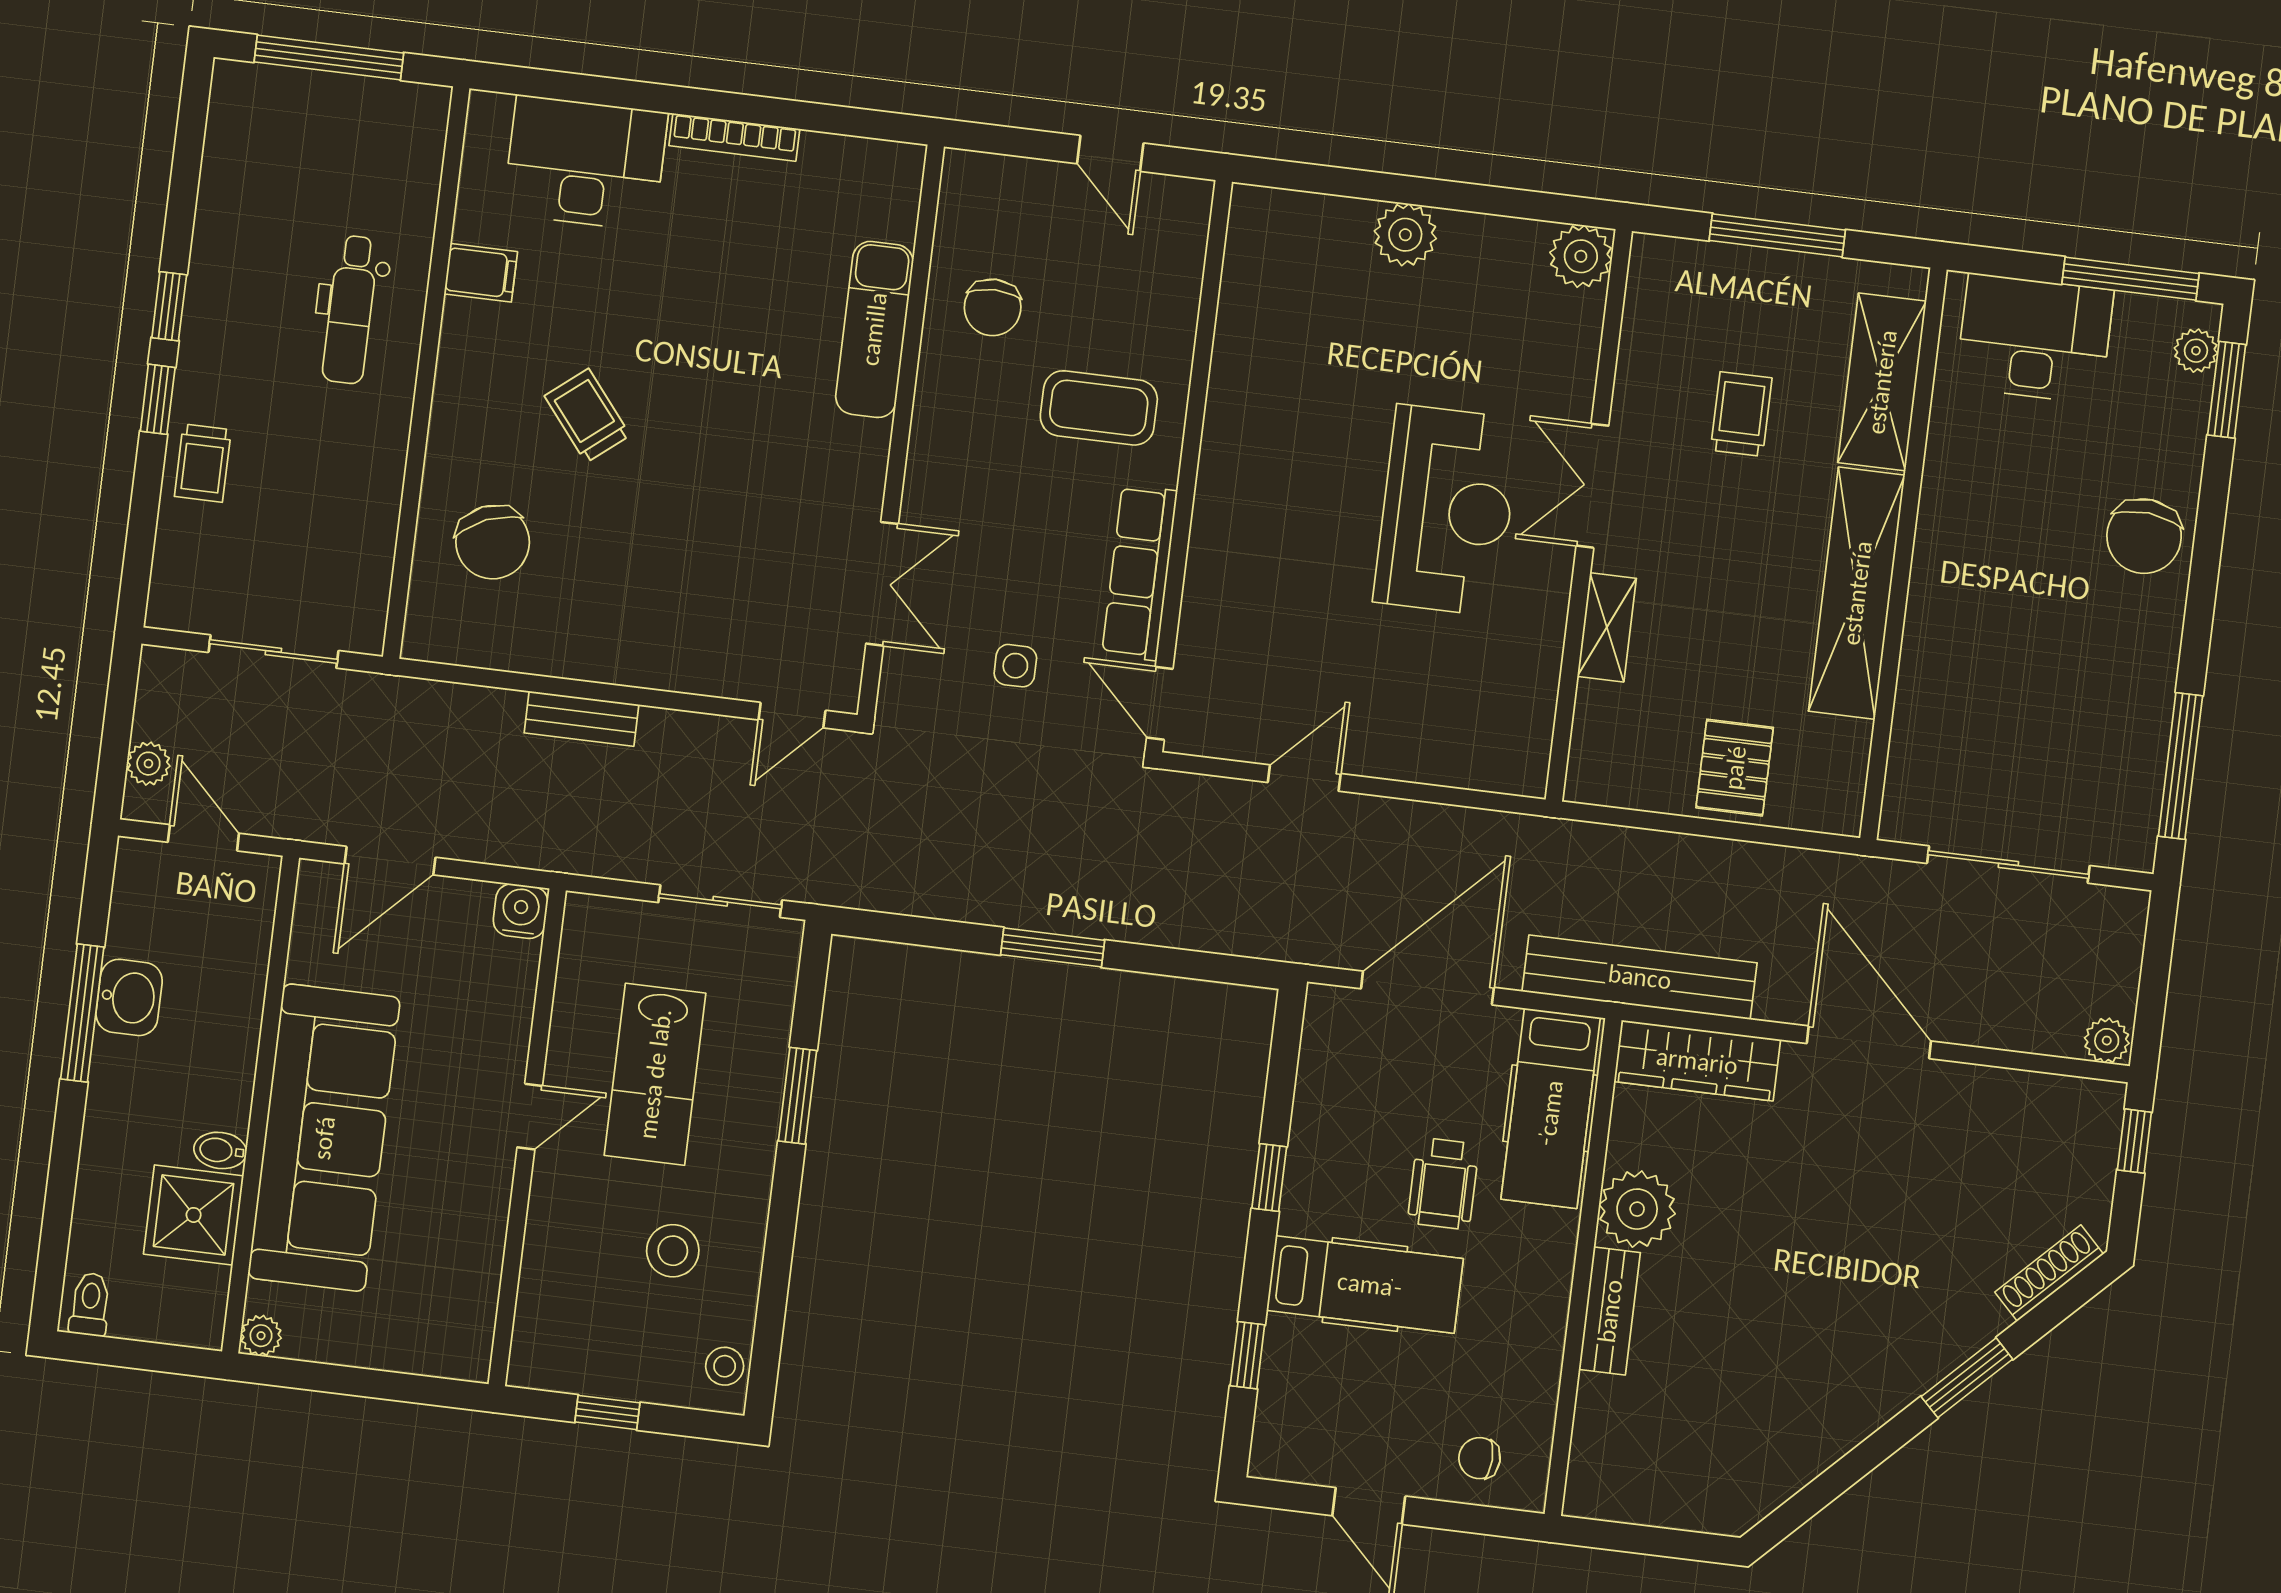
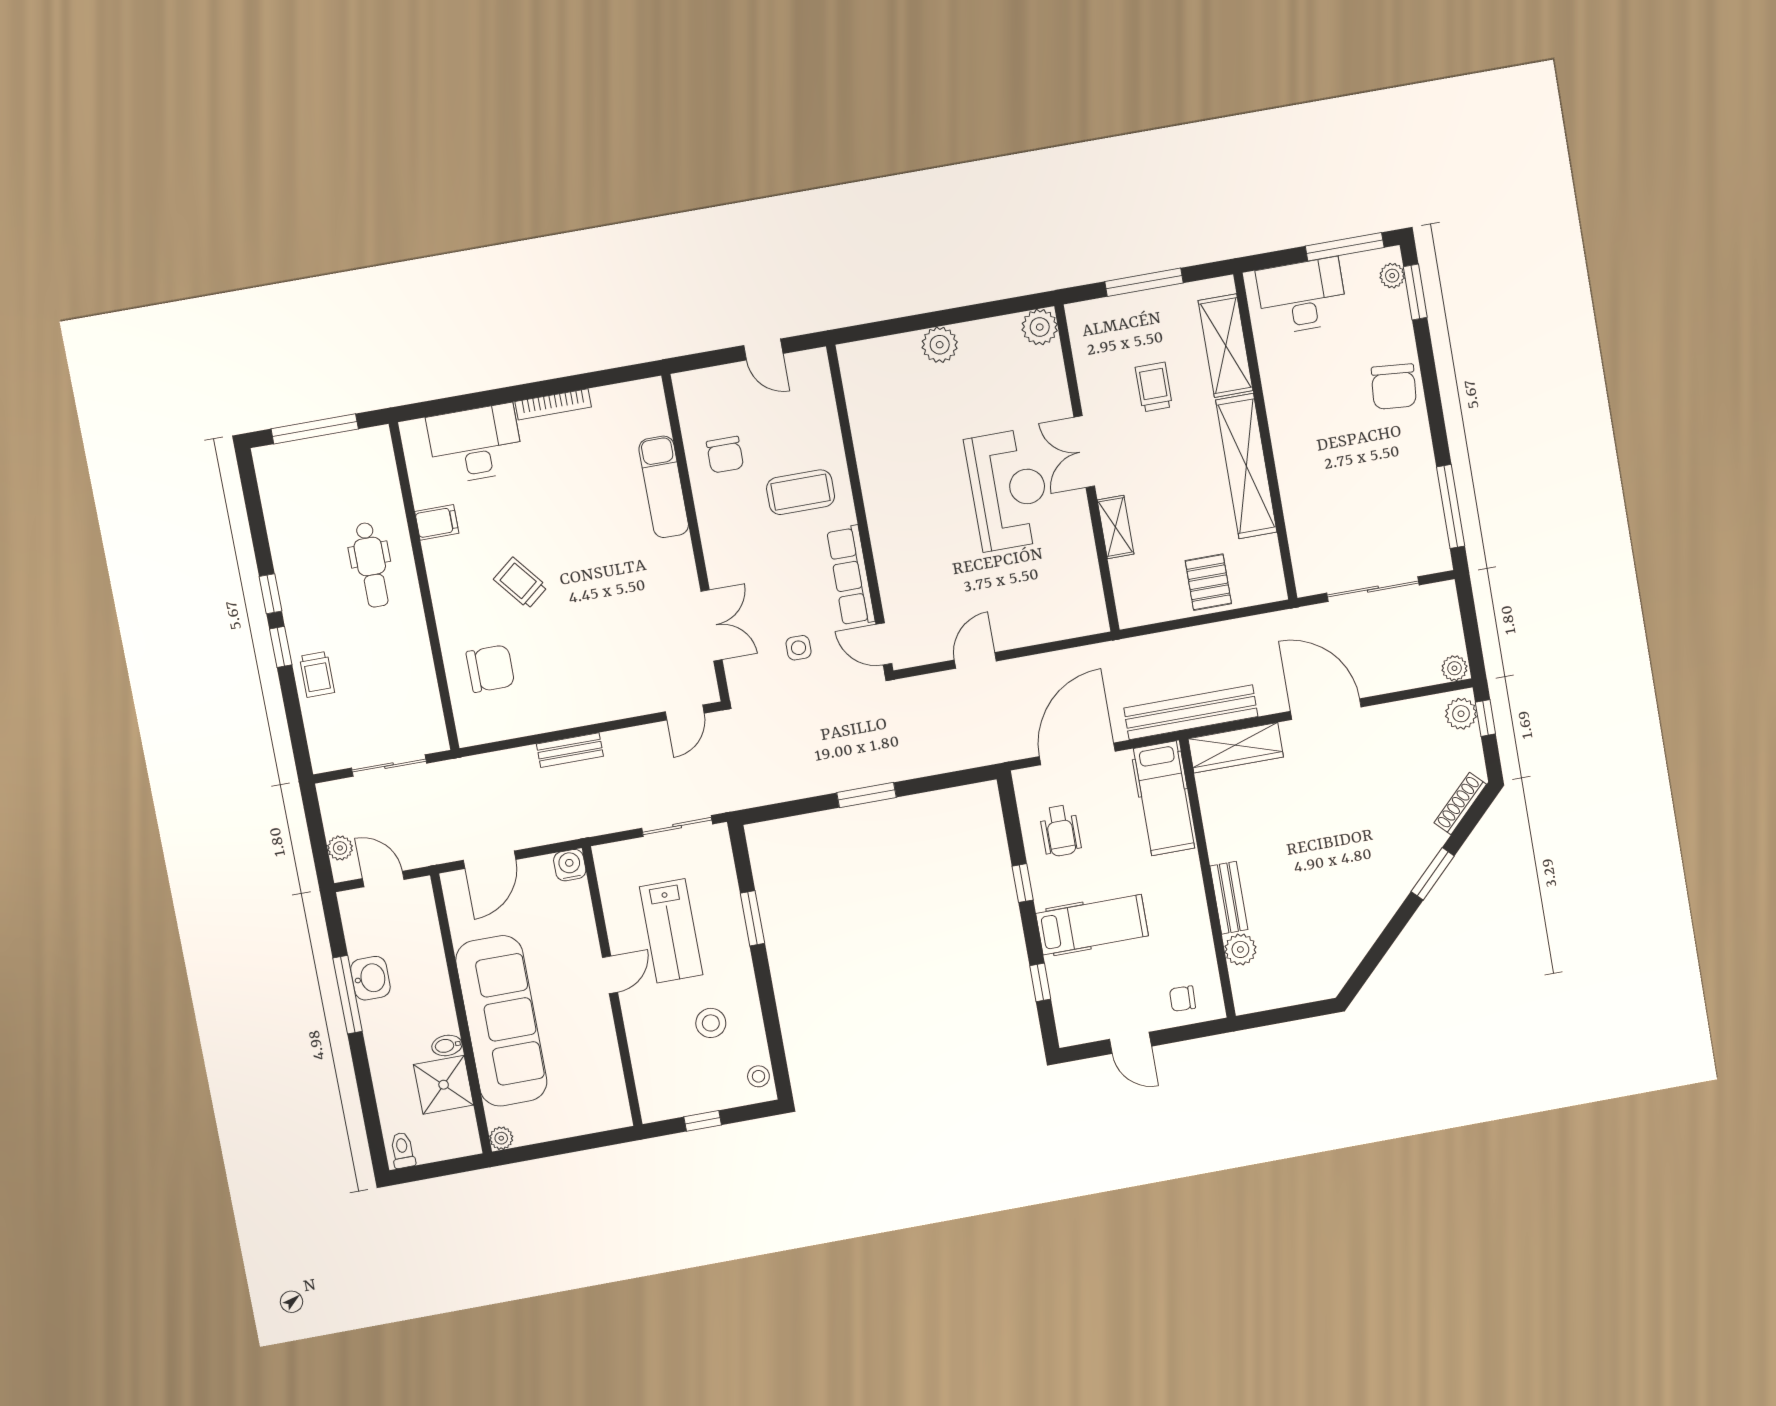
chair: (493, 542) -> (490, 669), turned -67
plant: (2095, 1121) -> (1461, 714), added
wheelchair: (1443, 1183) -> (1060, 831), moved
plant: (1637, 1209) -> (1240, 949), moved, width x0.73, depth x0.73

